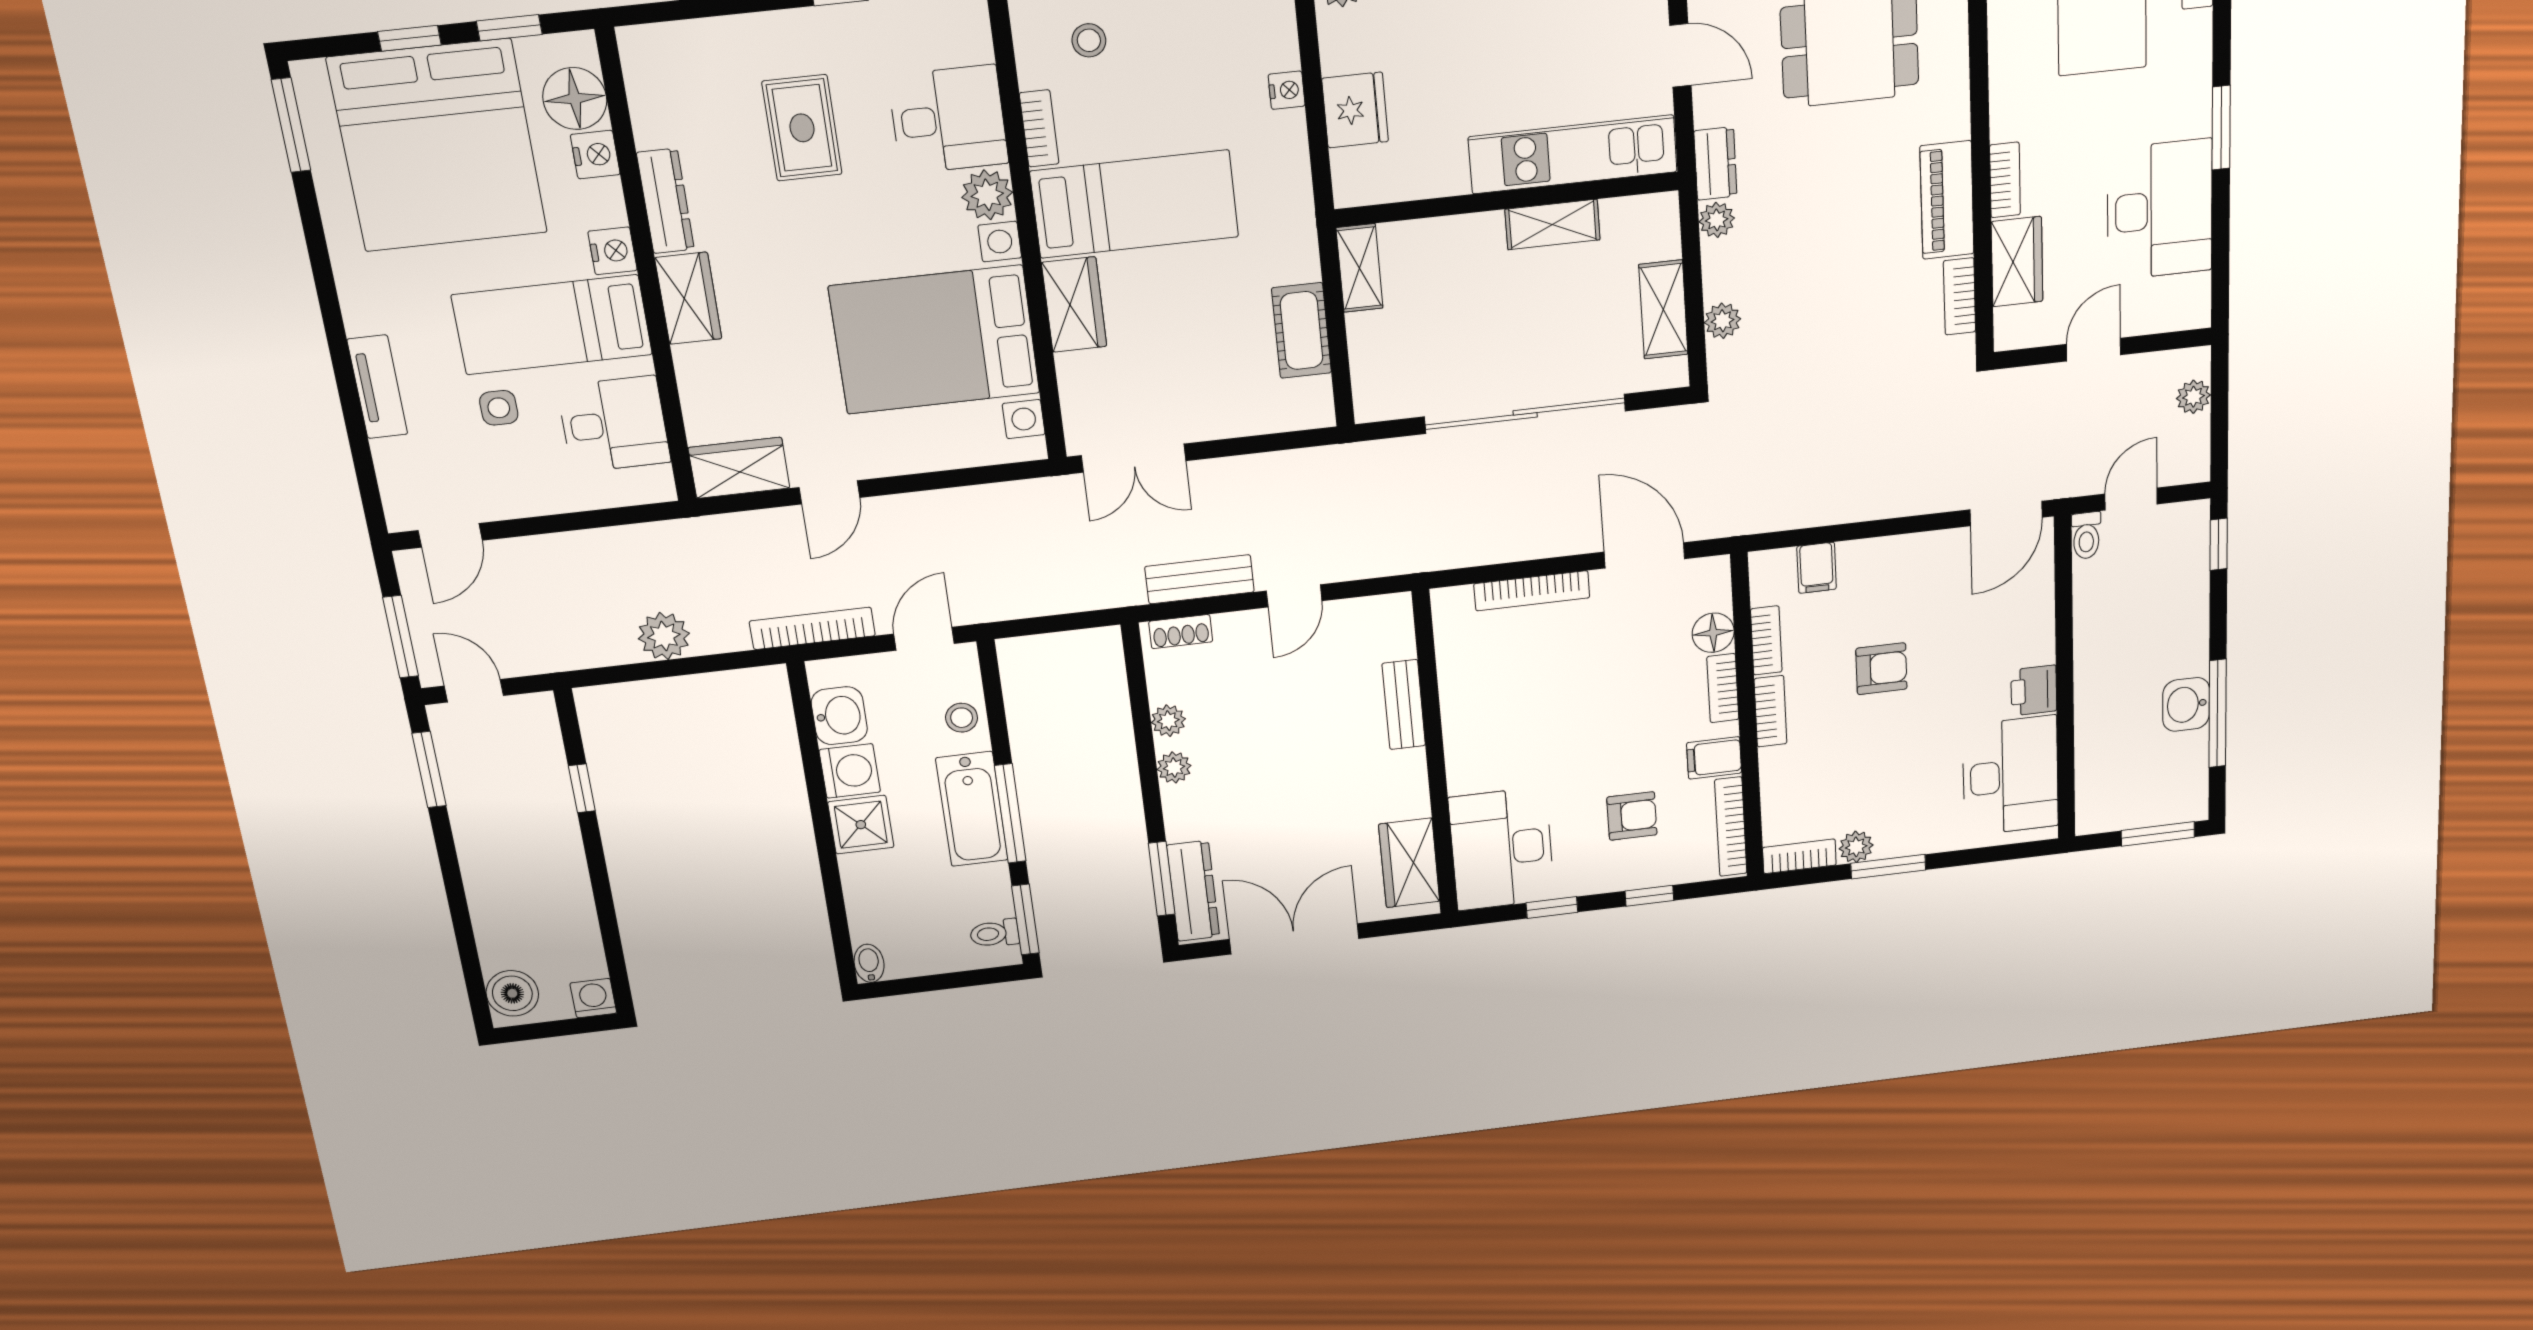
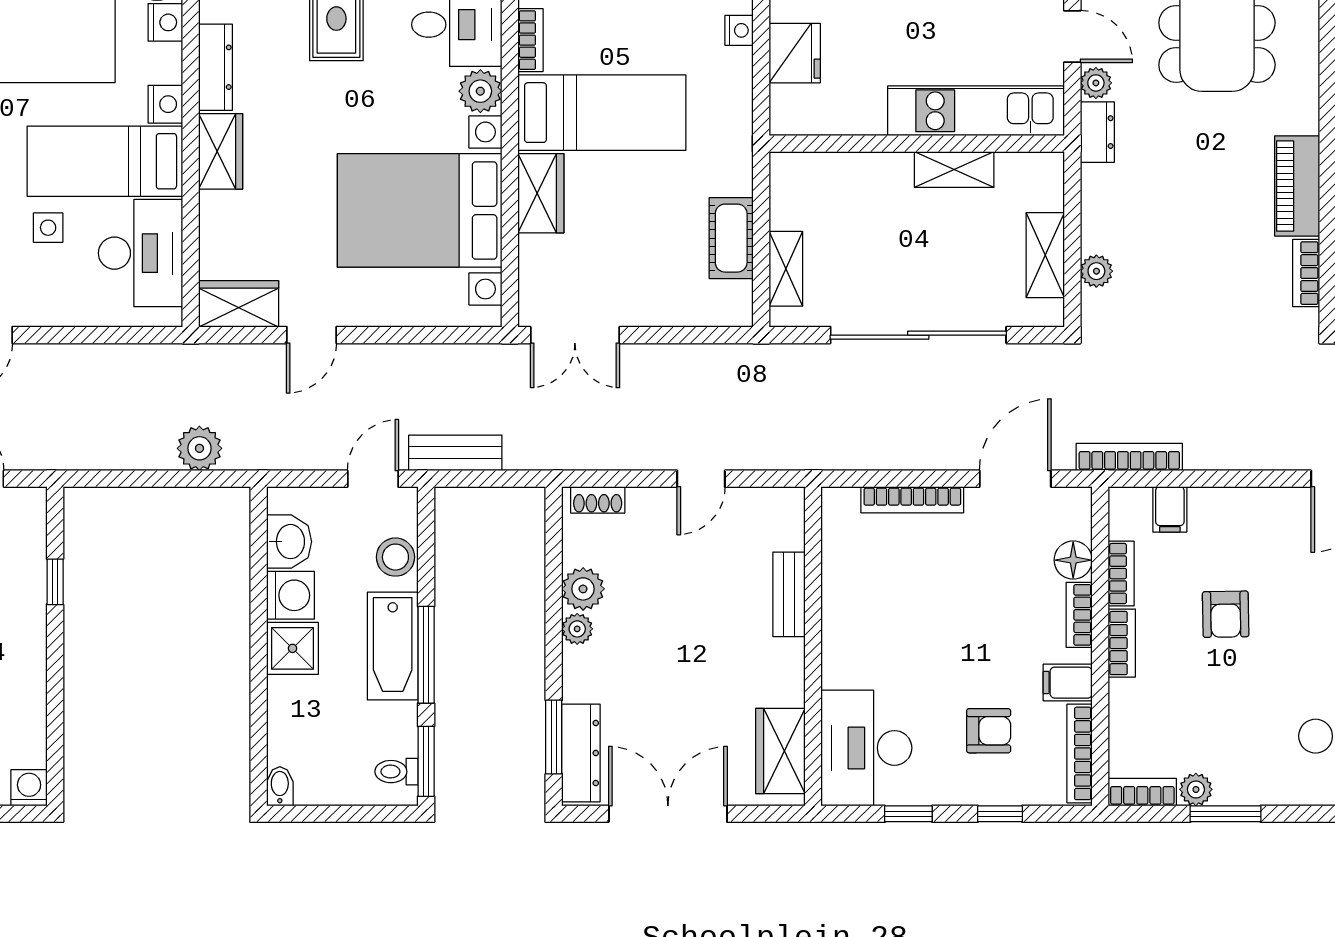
plant: (1717, 220) -> (1096, 83), moved
shelving: (1359, 268) -> (786, 269), moved
desk: (614, 424) -> (141, 253), width x1.37
door: (1644, 555) -> (1015, 479), hinge flipped
bench: (1200, 579) -> (455, 453), moved
bookcase: (812, 628) -> (1129, 457), moved
plant: (664, 636) -> (199, 448), moved
armchair: (1881, 669) -> (1226, 614), turned 89
stool: (962, 718) -> (395, 557), width x1.37, depth x1.37
plant: (1168, 721) -> (583, 589), width x1.38, depth x1.38

